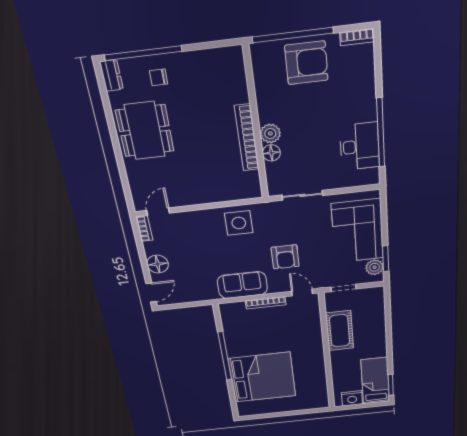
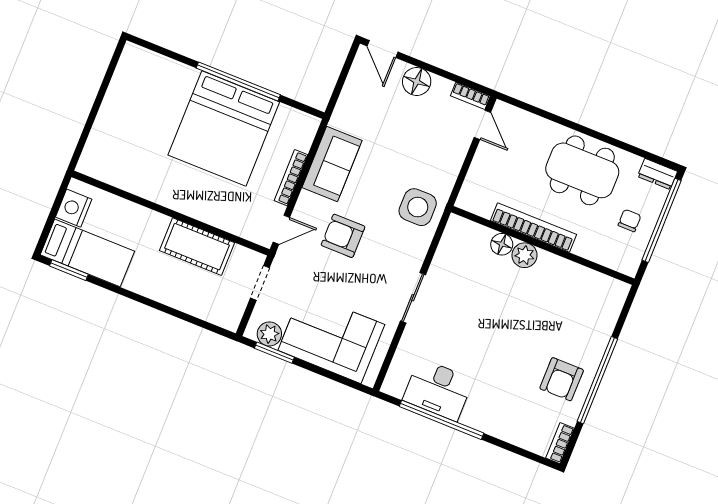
armchair: (306, 63) -> (562, 379), width x0.73, depth x0.73
wall: (256, 125) -> (543, 245), moved
plant: (270, 133) -> (525, 255), moved
bookcase: (247, 138) -> (533, 228), moved
floor lamp: (271, 153) -> (502, 244), moved
bed: (262, 377) -> (224, 128), moved

